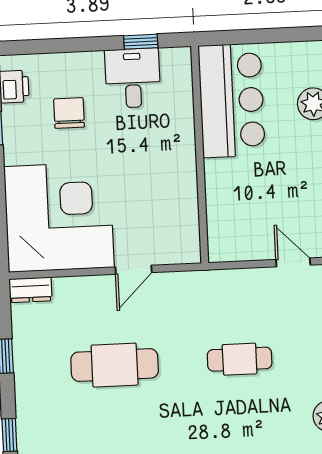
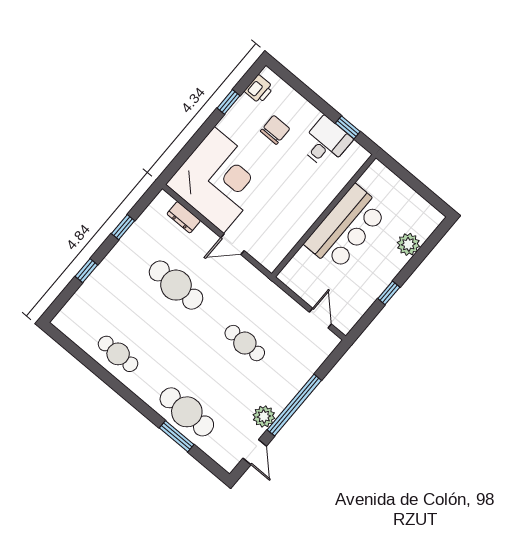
bar counter: (232, 100) -> (346, 228), moved
dresser: (31, 290) -> (184, 217), moved

